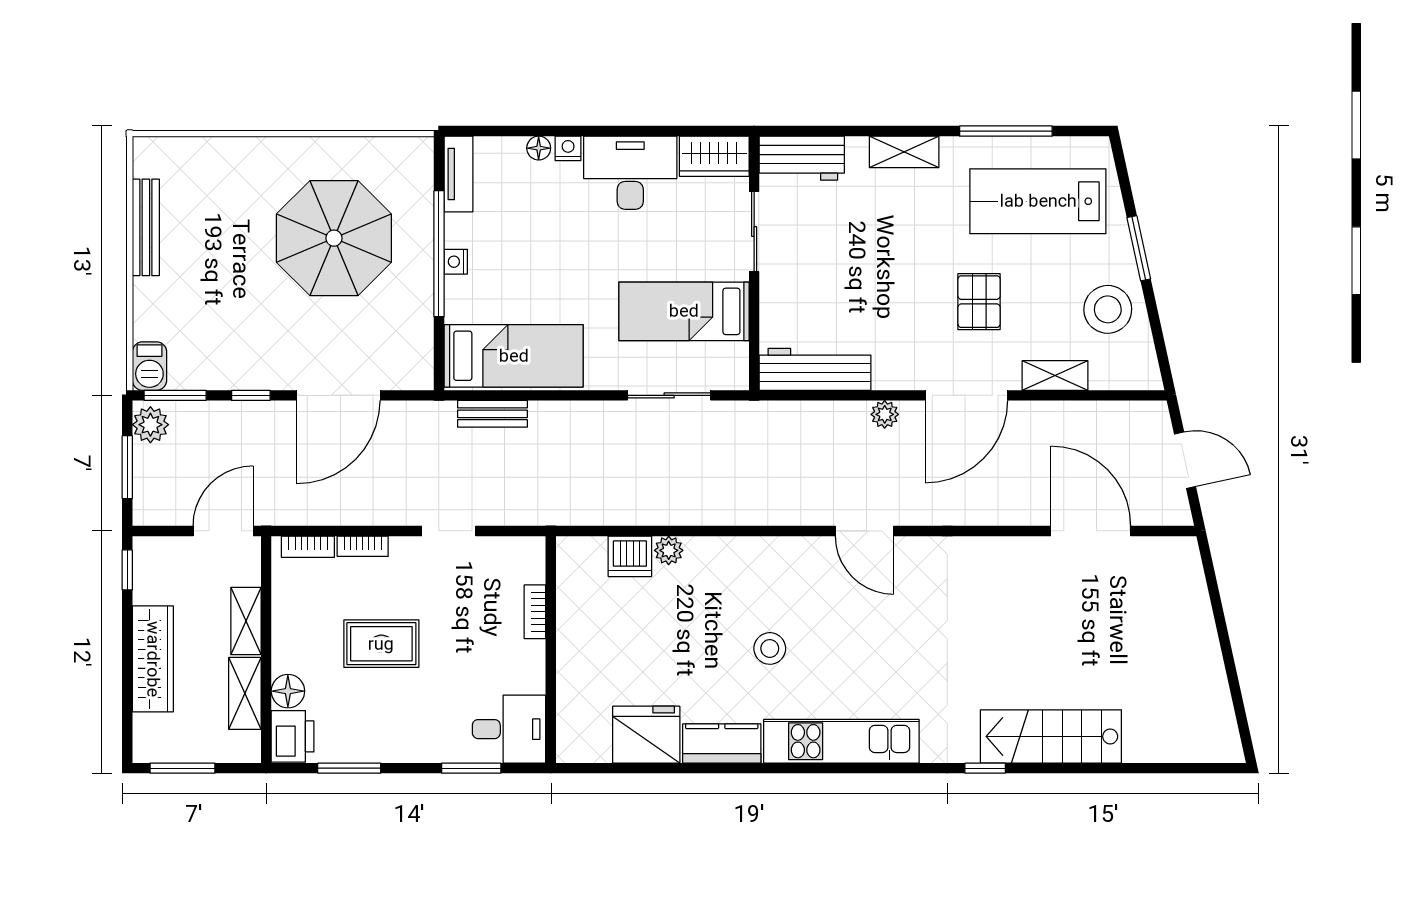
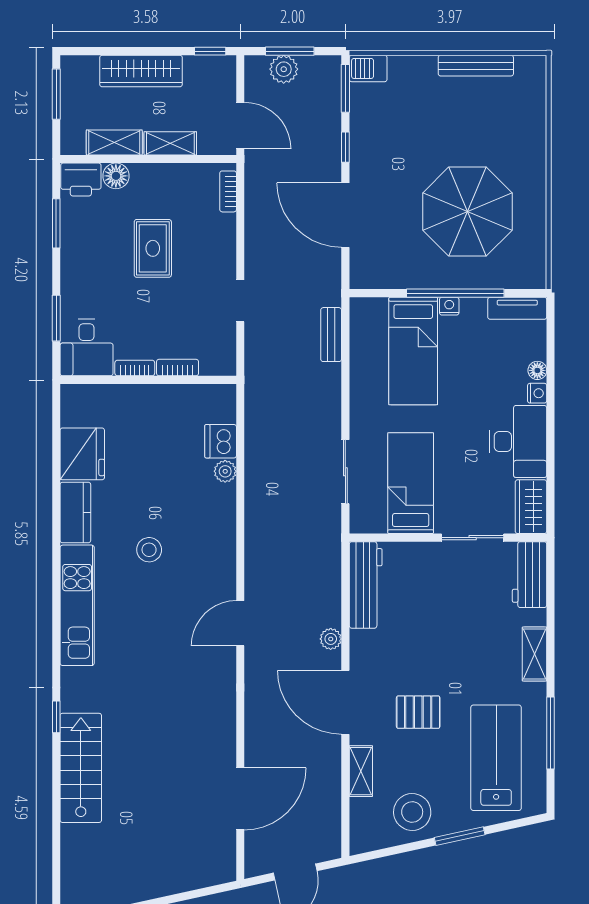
bed: (514, 356) -> (413, 351), moved
plant: (150, 425) -> (284, 69), moved
bookcase: (363, 546) -> (135, 368), moved, turned 90

